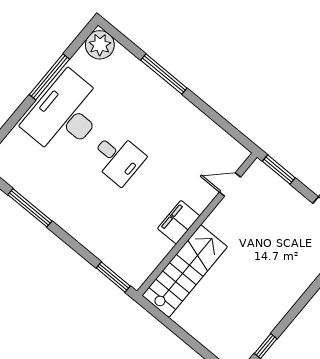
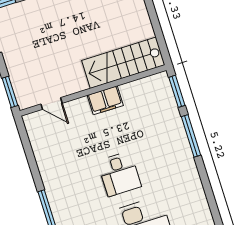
desk: (118, 158) -> (119, 174), turned 180
window: (30, 208) -> (191, 136), moved

